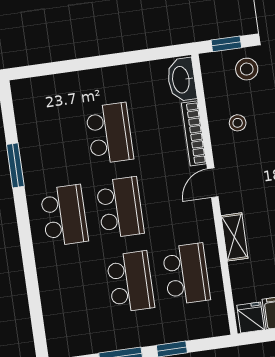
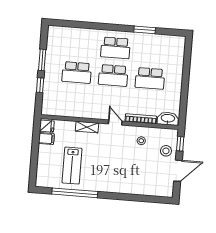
school desk: (186, 274) -> (74, 100), removed

